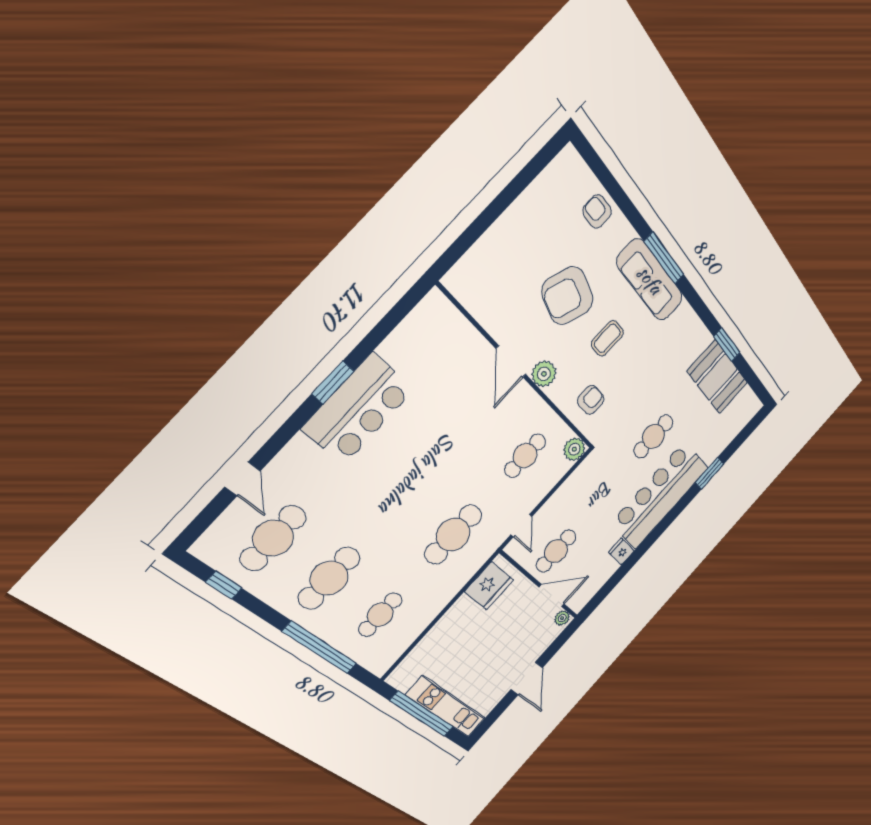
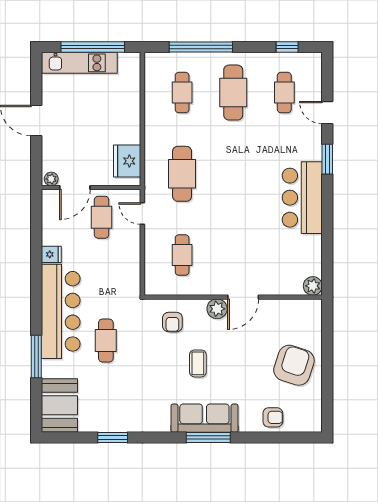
armchair: (568, 296) -> (294, 365), moved
door: (511, 362) -> (243, 297), swing flipped
booth: (717, 377) -> (59, 405), moved, turned 90
window: (333, 382) -> (327, 159), moved
plant: (574, 449) -> (313, 286), moved
window: (710, 473) -> (36, 357), width x1.44
cafe table: (273, 538) -> (284, 93), width x0.73, depth x0.74

